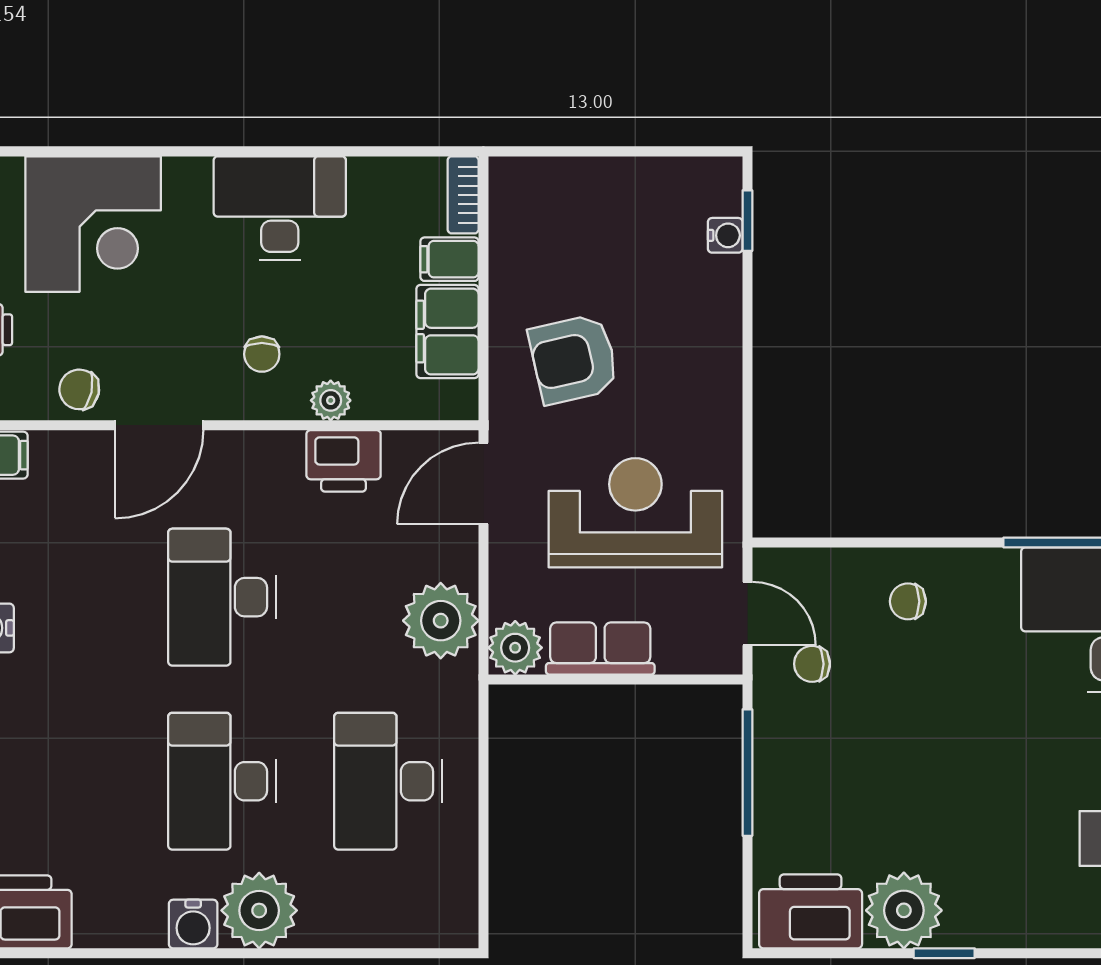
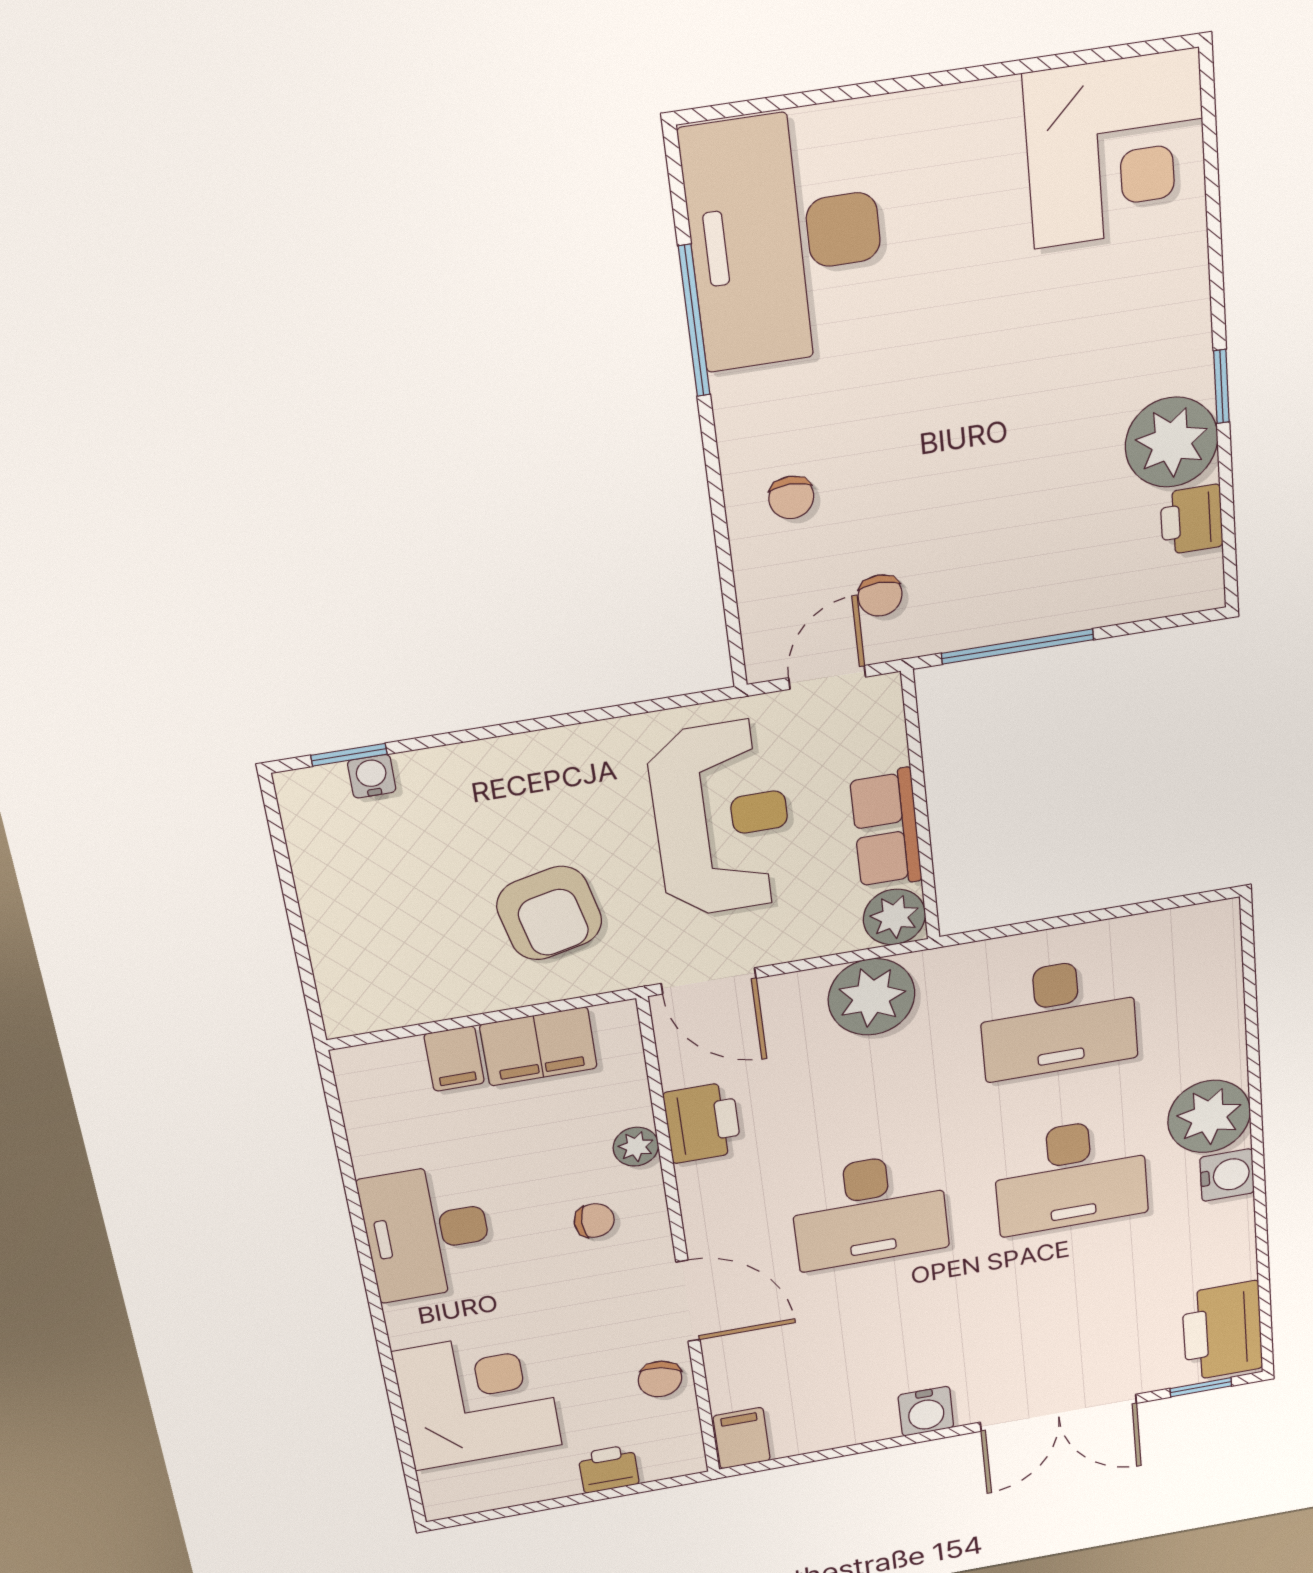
bookcase: (463, 195) -> (377, 1058), removed
reception desk: (635, 513) -> (722, 818), turned 180
printer: (811, 911) -> (1192, 520), width x0.53, depth x0.68

